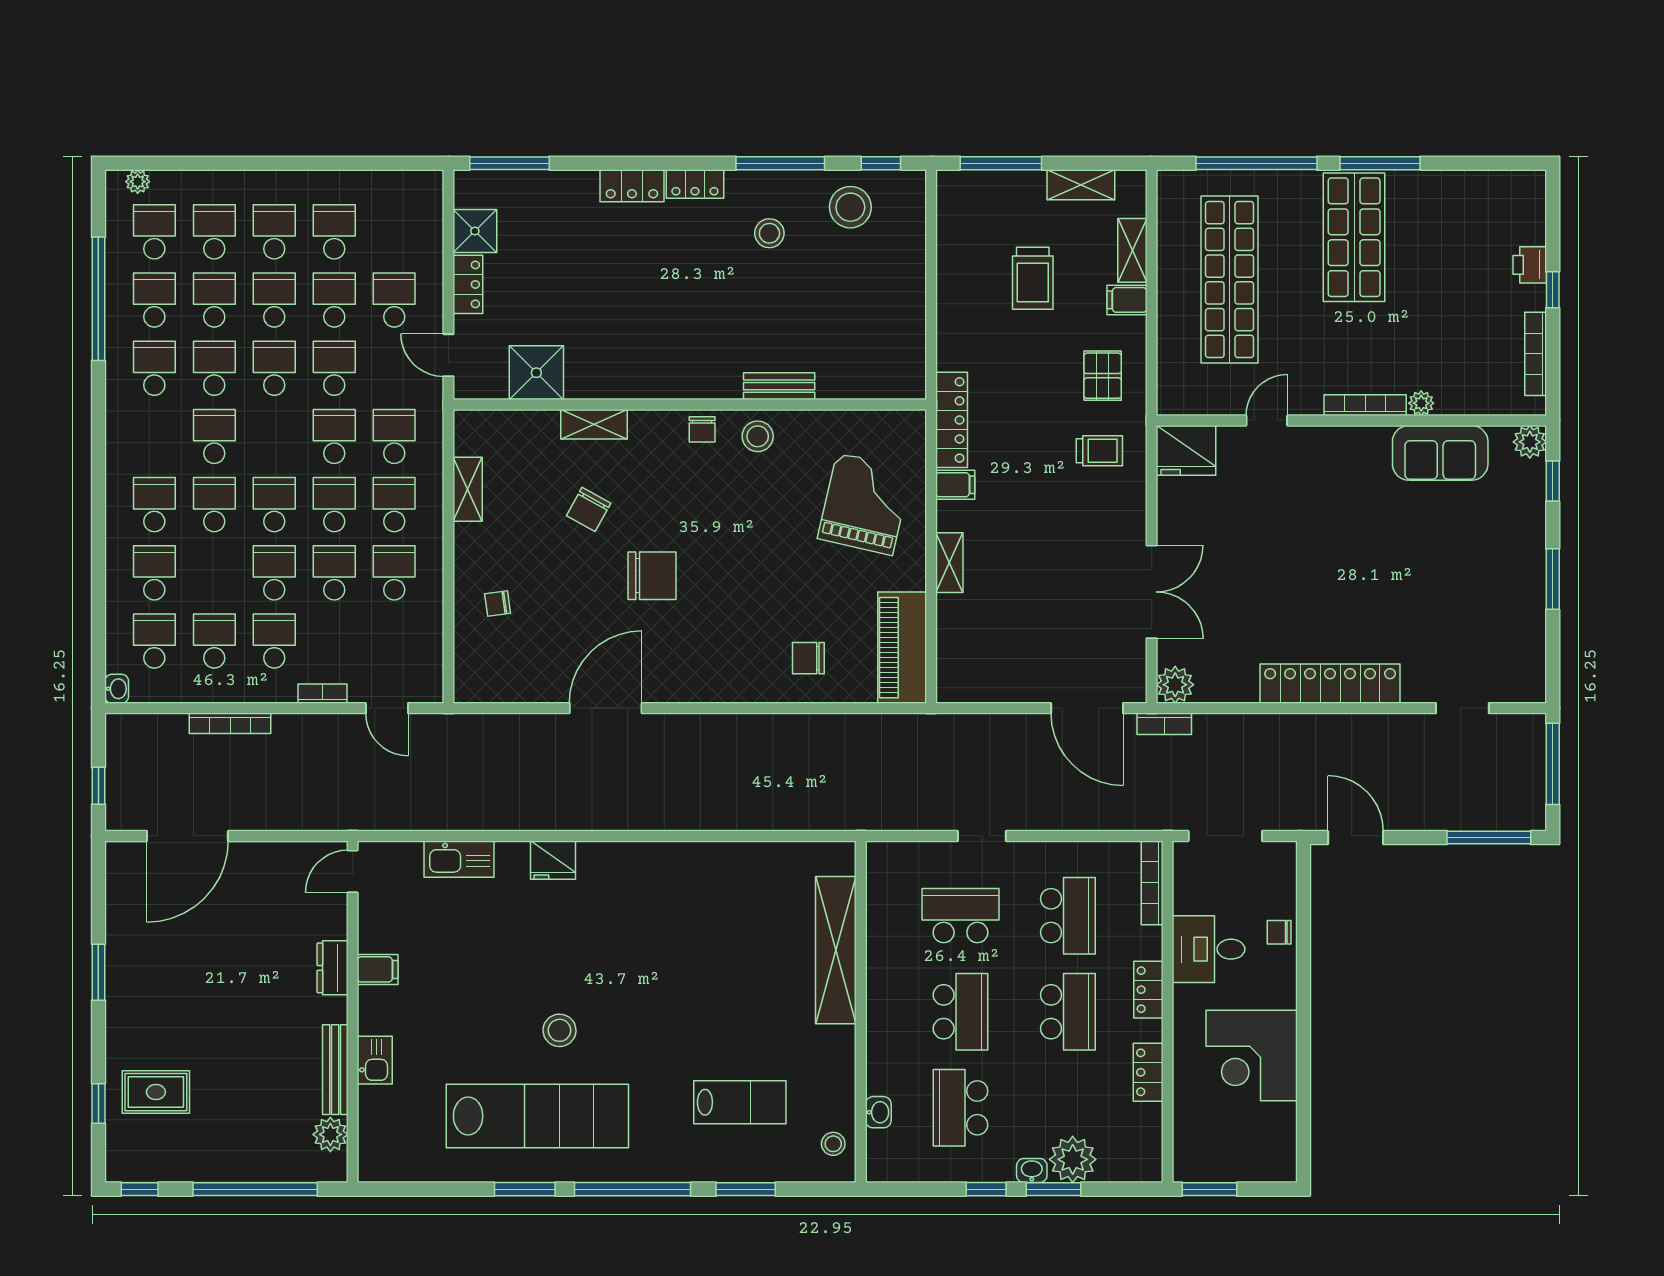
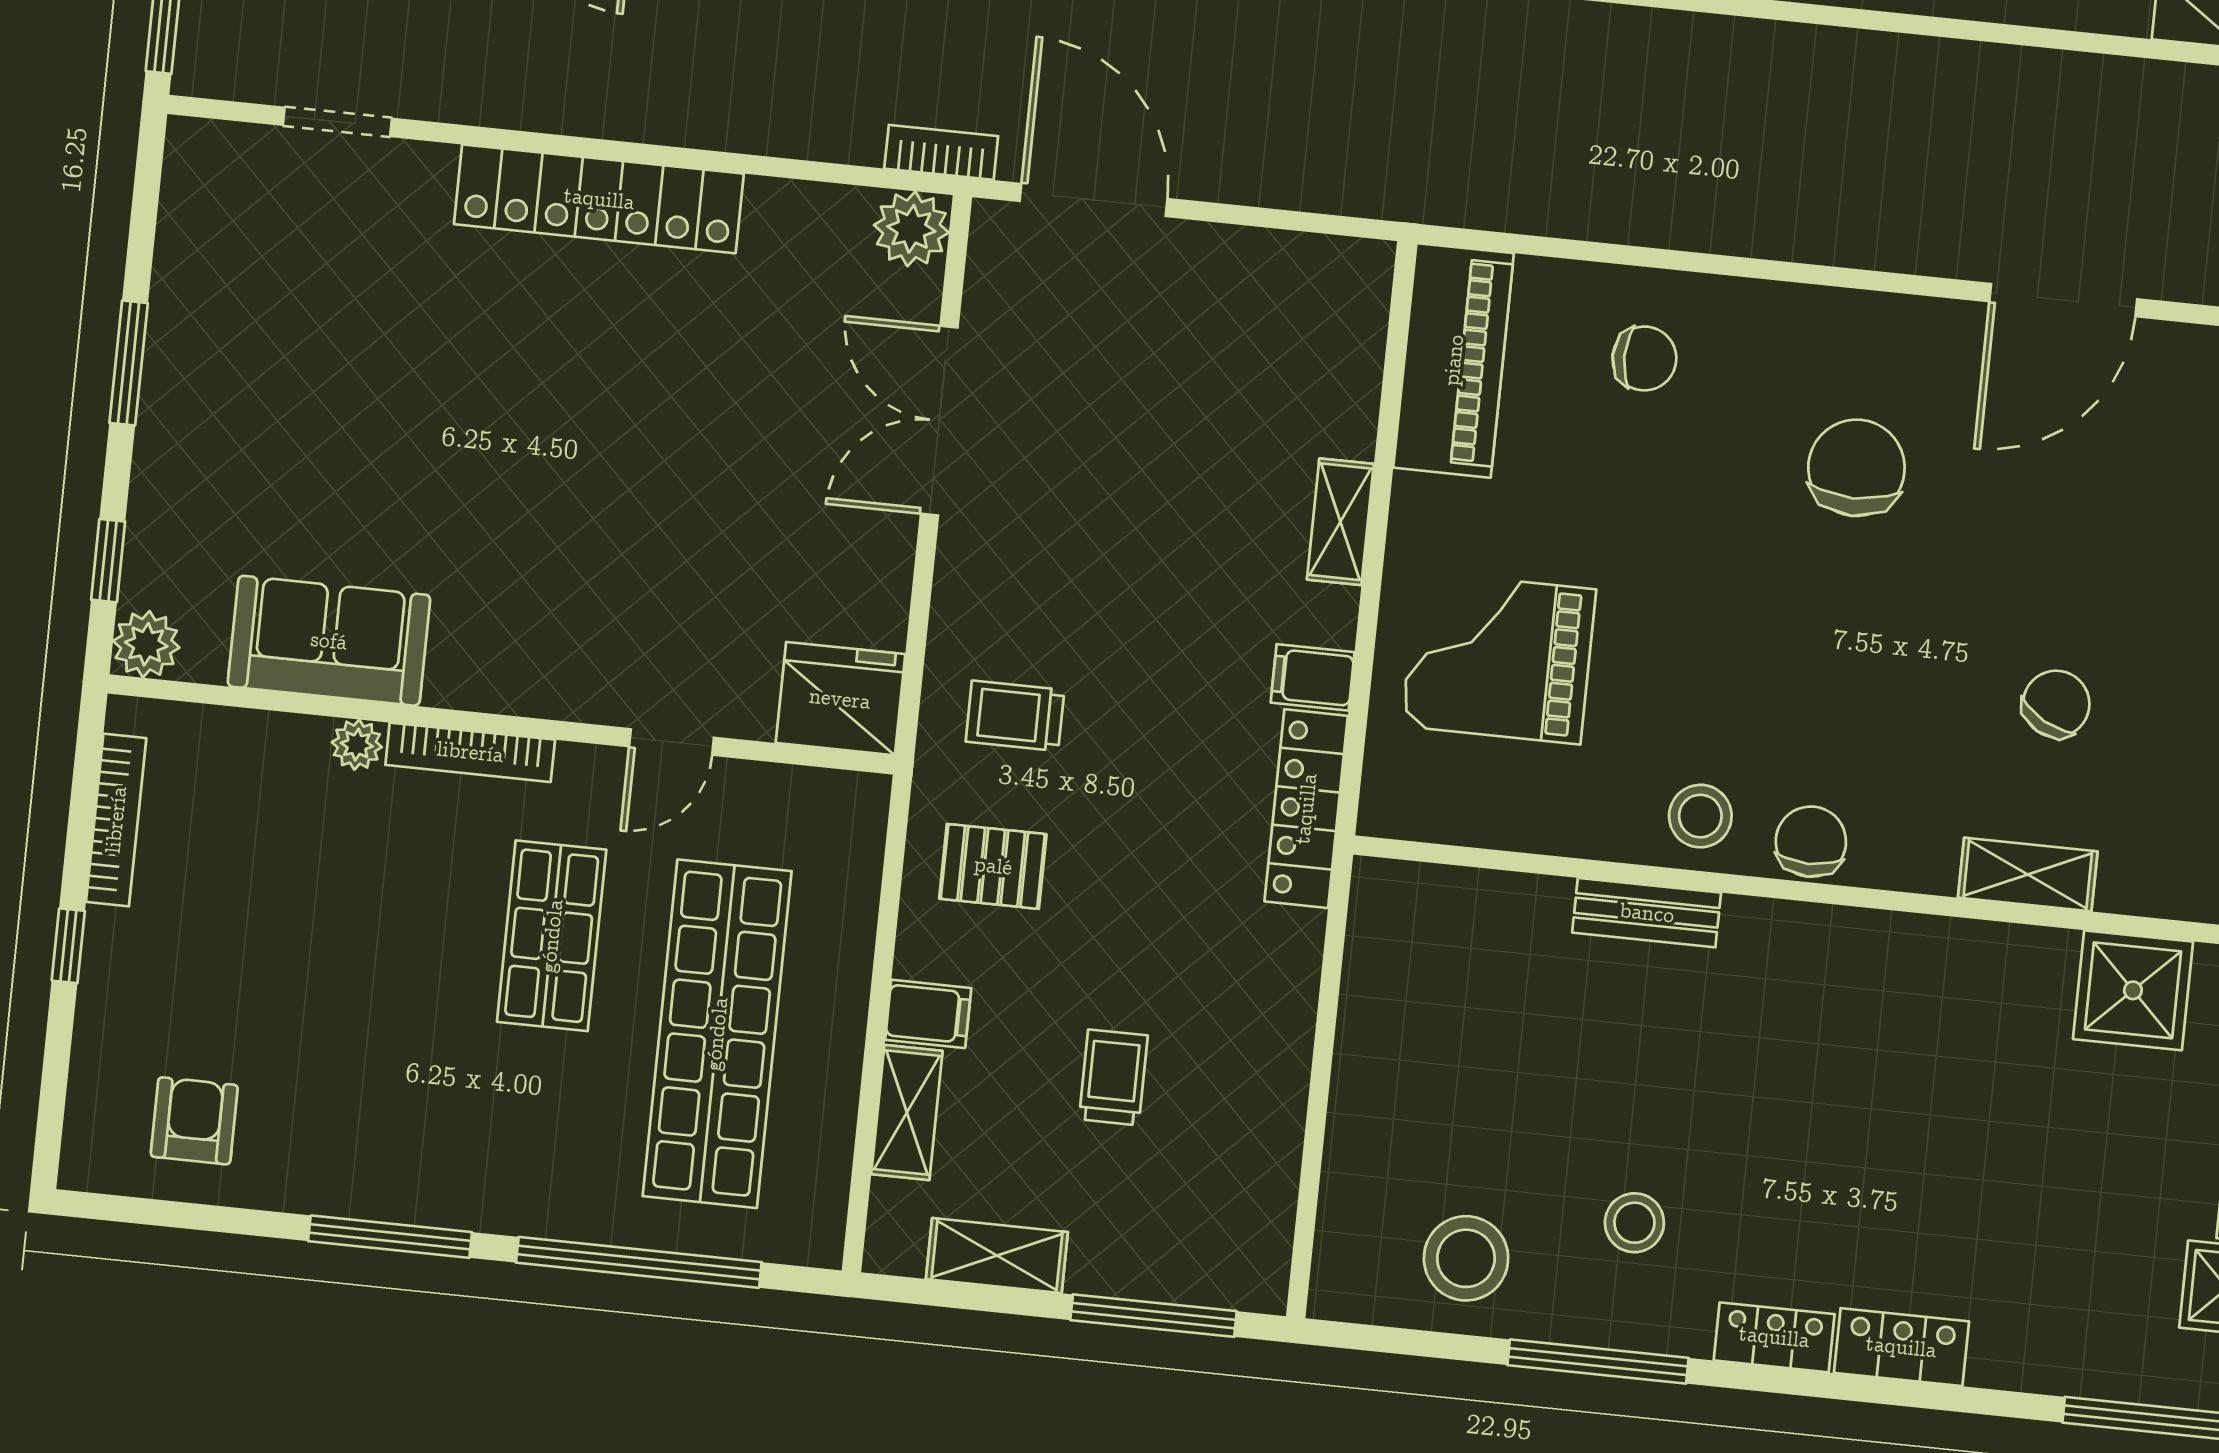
window: (881, 163) -> (1395, 1341), removed
armchair: (1482, 210) -> (194, 1121), added
shop shelf: (1354, 237) -> (552, 936), moved, width x0.70, depth x0.74
printer: (1530, 265) -> (109, 1001), removed
trolley: (1033, 278) -> (1113, 1077), width x0.73, depth x0.72
pallet: (1103, 376) -> (993, 866), turned 90
chair: (702, 429) -> (1811, 842), width x1.37, depth x1.37
grand piano: (865, 504) -> (1499, 658), turned 77
chair: (652, 576) -> (1856, 468), moved, turned 90

